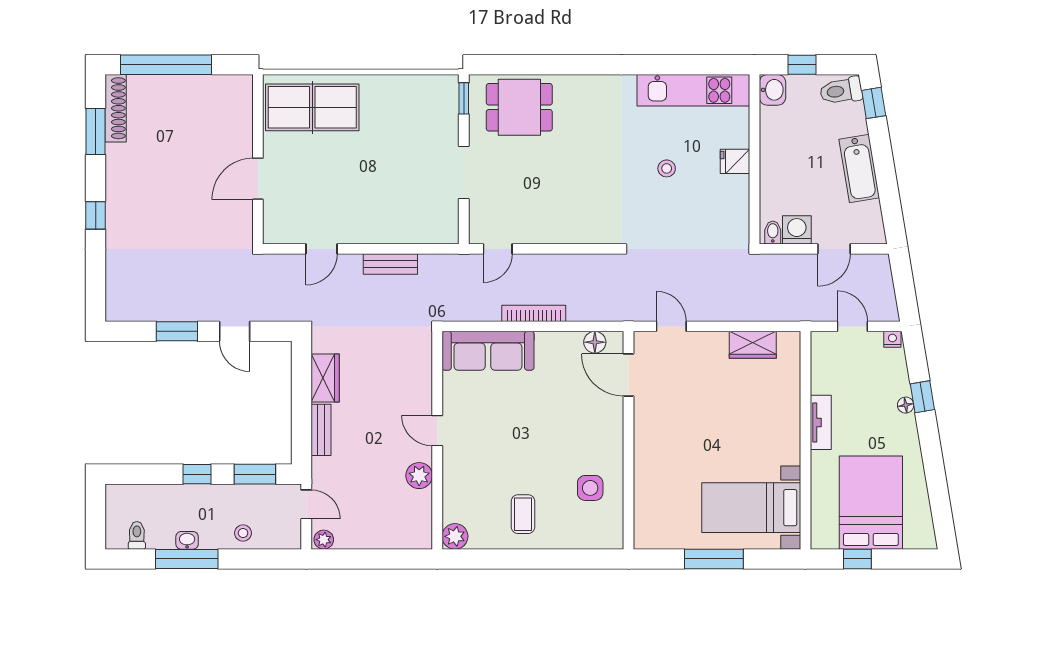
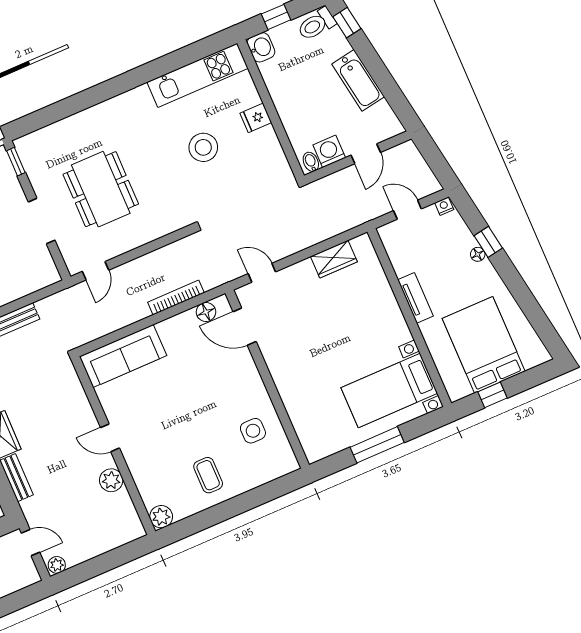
dining table: (519, 107) -> (101, 189), moved, width x1.38
stool: (667, 168) -> (203, 147), width x1.89, depth x1.89
bookcase: (534, 313) -> (176, 297), moved

